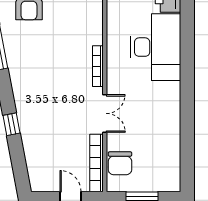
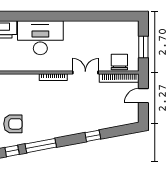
chair: (120, 163) -> (119, 62), turned -90

